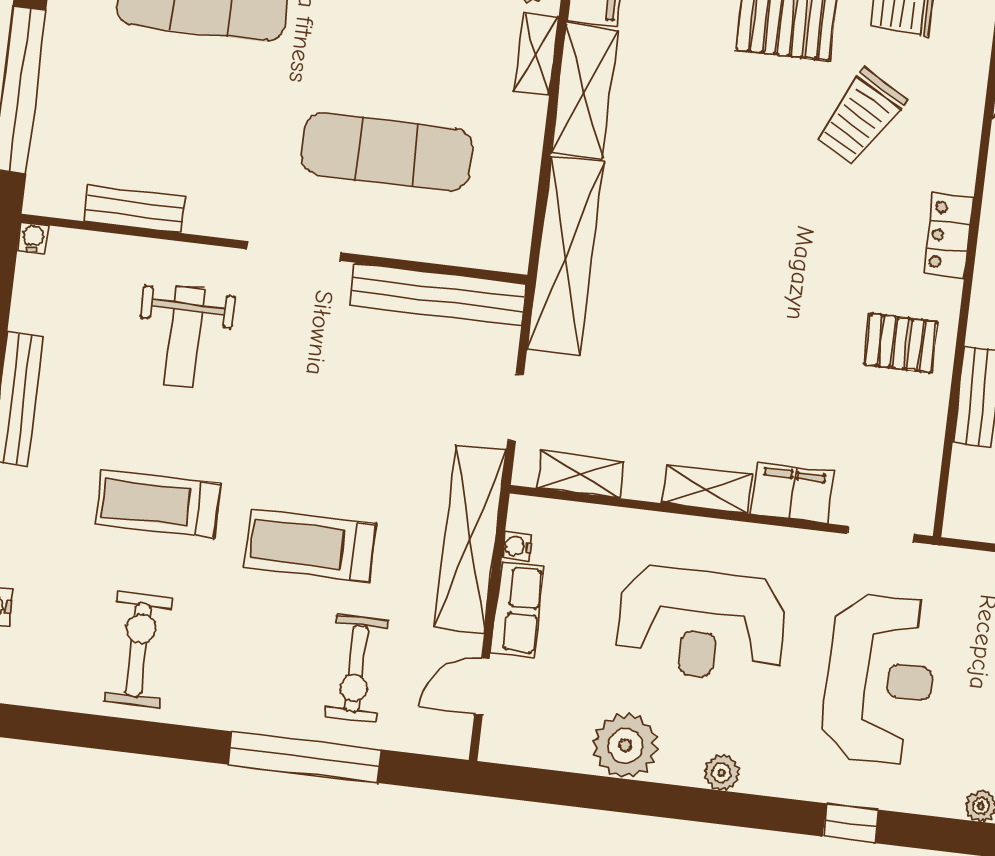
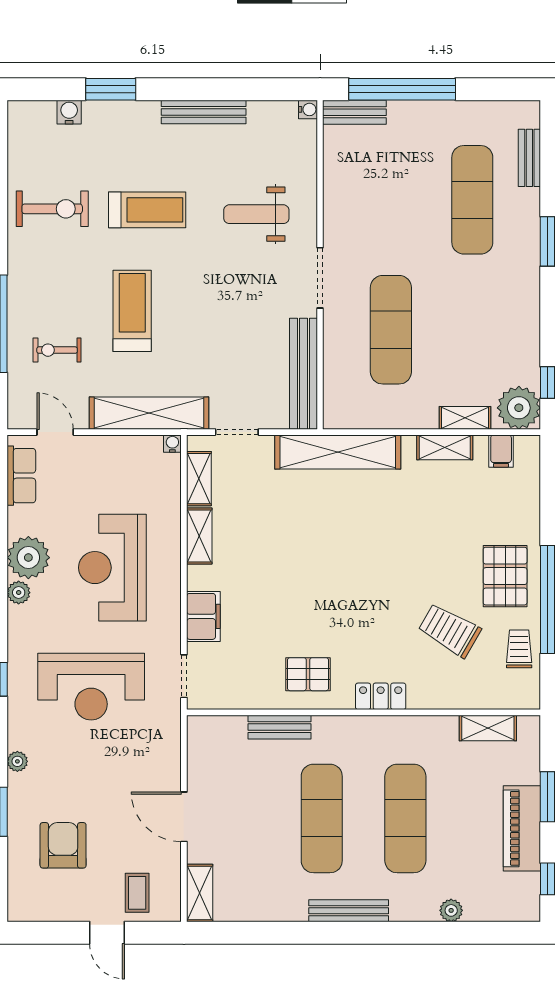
shelving: (584, 92) -> (445, 447), width x0.67, depth x0.75
bench: (135, 209) -> (354, 112), moved, turned 90
pallet: (901, 343) -> (308, 674), turned 90
shelving: (707, 489) -> (199, 536), moved
treadmill: (158, 504) -> (147, 210), turned 90
water cooler: (517, 546) -> (172, 444), moved
row of seats: (518, 610) -> (21, 476), moved, turned -90
exercise bike: (356, 668) -> (57, 350), width x0.73, depth x0.72
plant: (625, 746) -> (28, 558), moved

